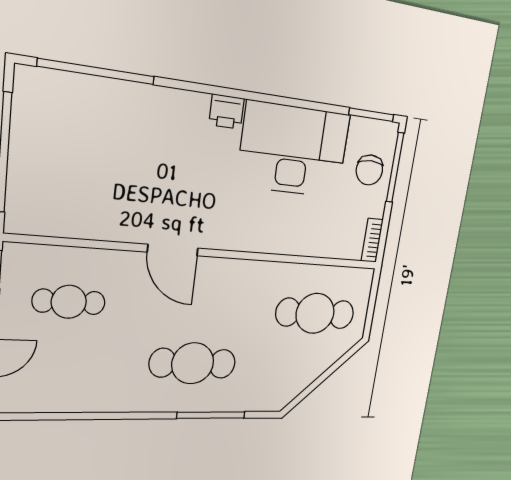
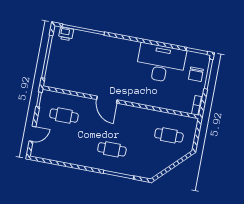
printer: (227, 112) -> (66, 34), moved
cafe table: (315, 313) -> (169, 135), width x0.73, depth x0.74
cafe table: (193, 363) -> (112, 149), width x0.73, depth x0.74

